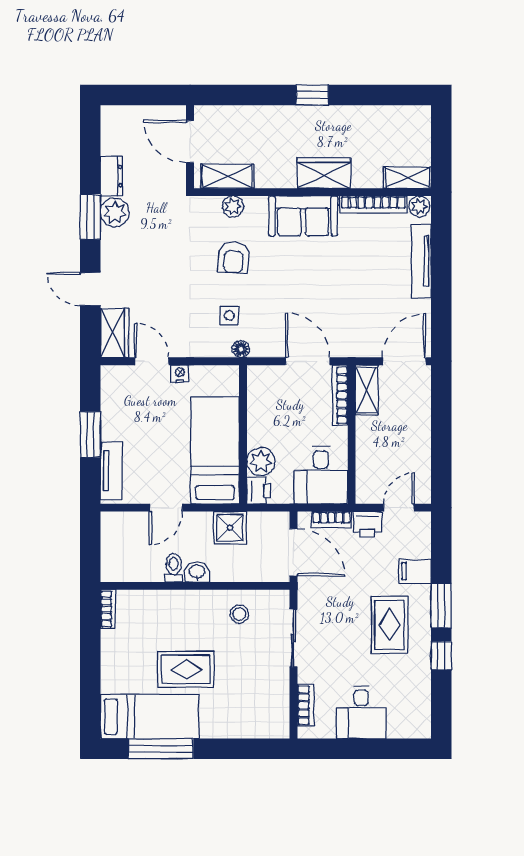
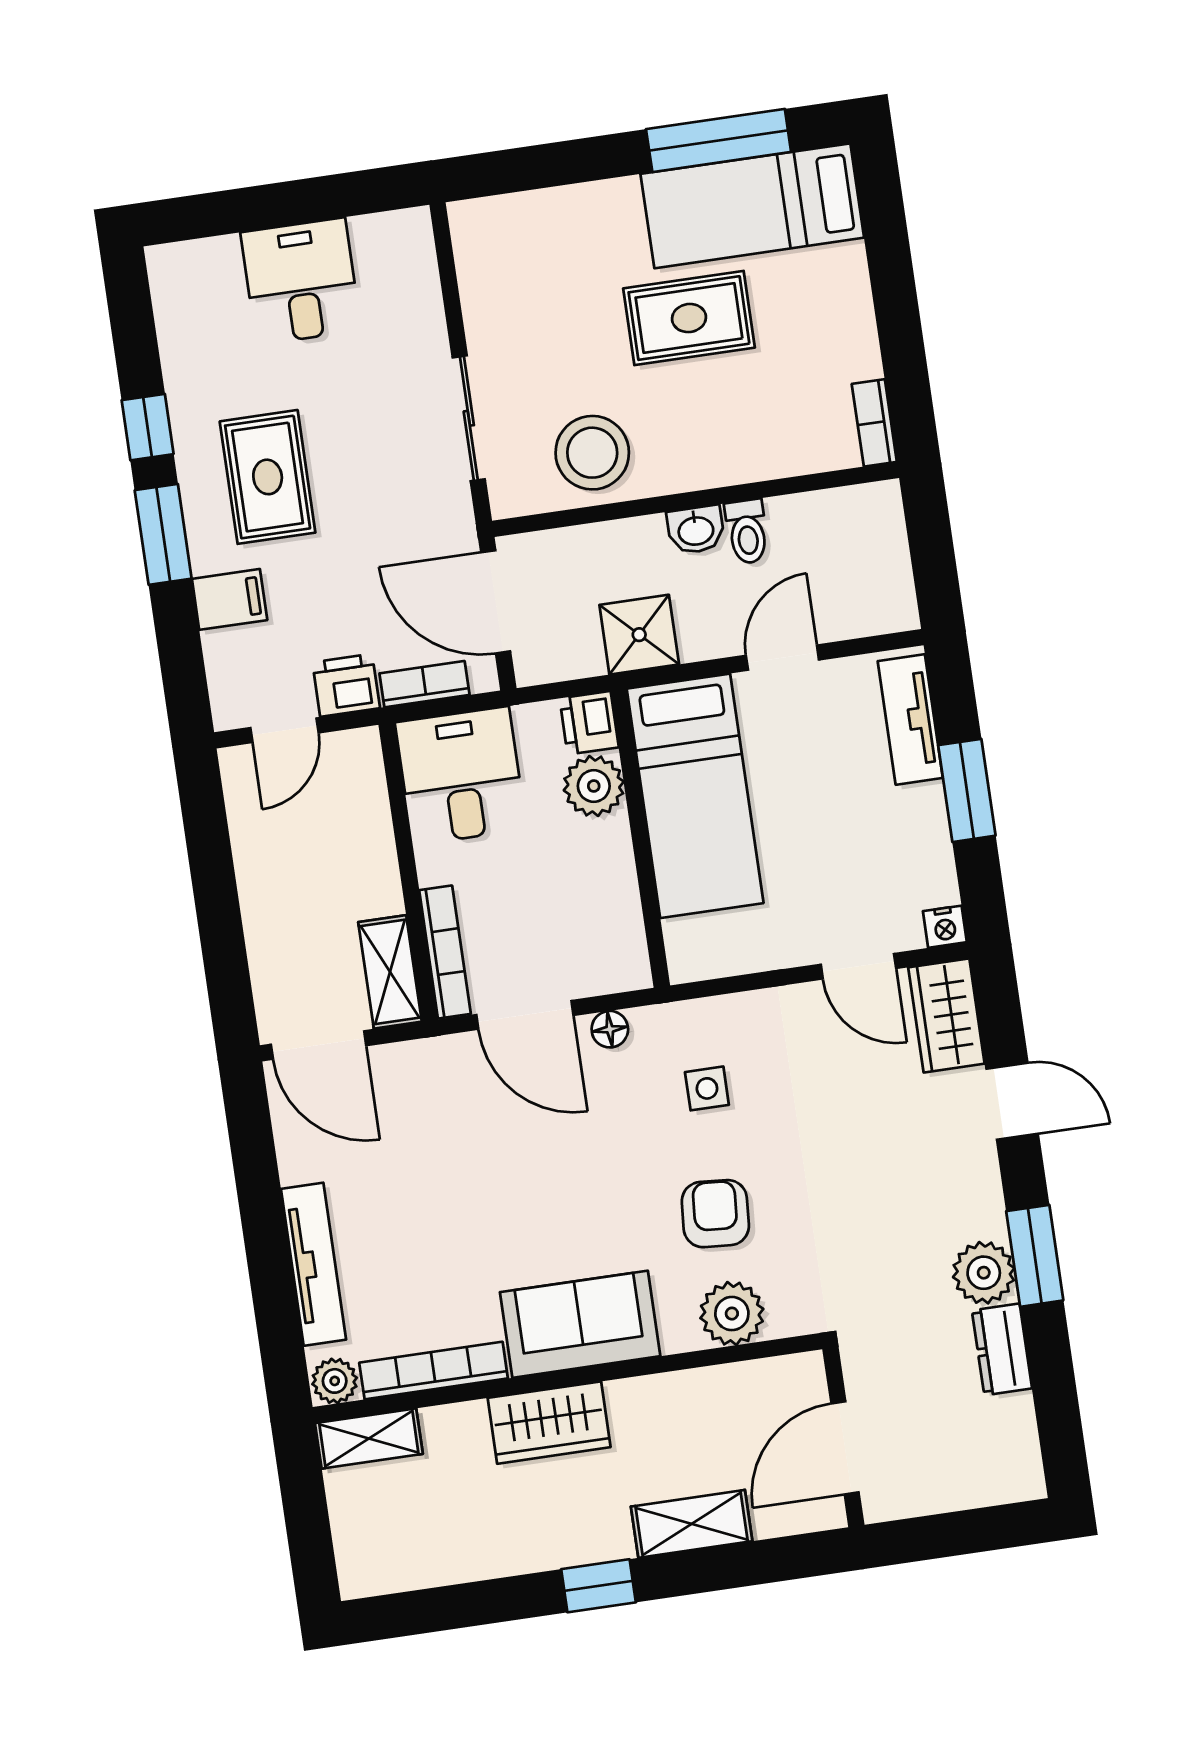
door: (190, 142) -> (845, 1448), swing flipped
shelving: (227, 176) -> (692, 1524), moved
plant: (233, 207) -> (732, 1314), width x1.38, depth x1.38
floor lamp: (241, 349) -> (610, 1029), moved
door: (404, 361) -> (319, 1045), hinge flipped
nightstand: (180, 374) -> (945, 927), moved
stool: (239, 614) -> (592, 453), width x1.89, depth x1.89
bookcase: (306, 705) -> (422, 279), removed

